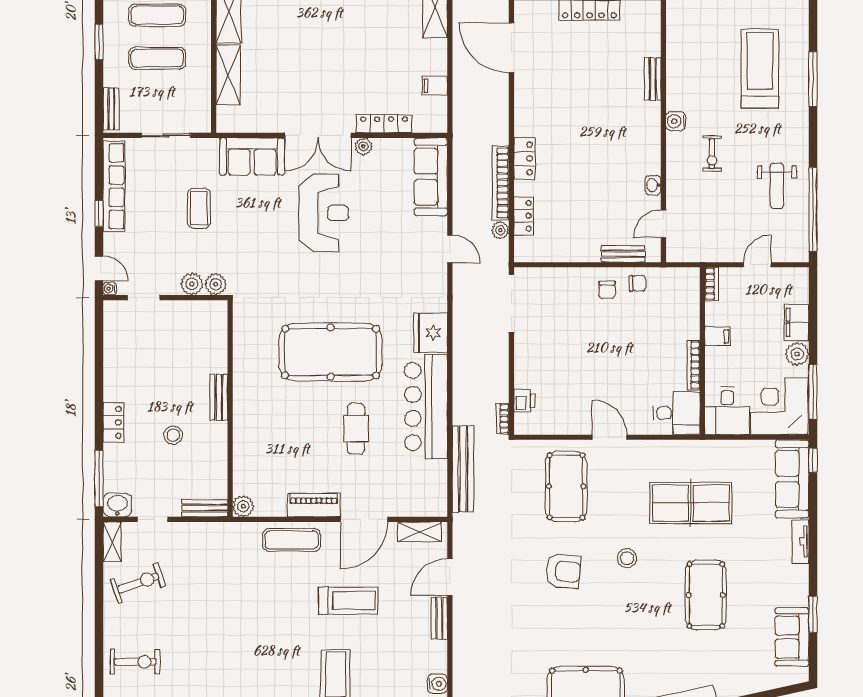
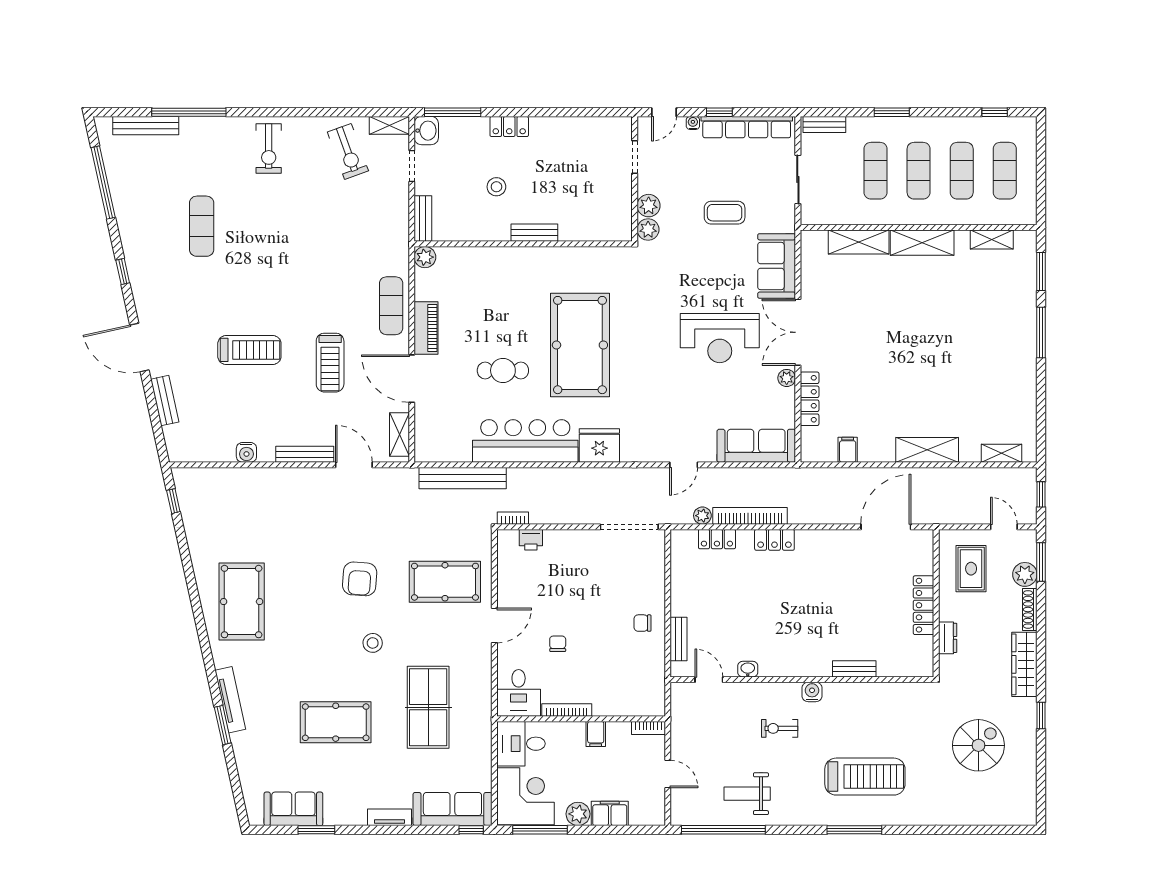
chair: (637, 283) -> (558, 644), moved, turned 180
water cooler: (110, 289) -> (693, 123), moved
bench: (439, 618) -> (305, 454), width x1.36

